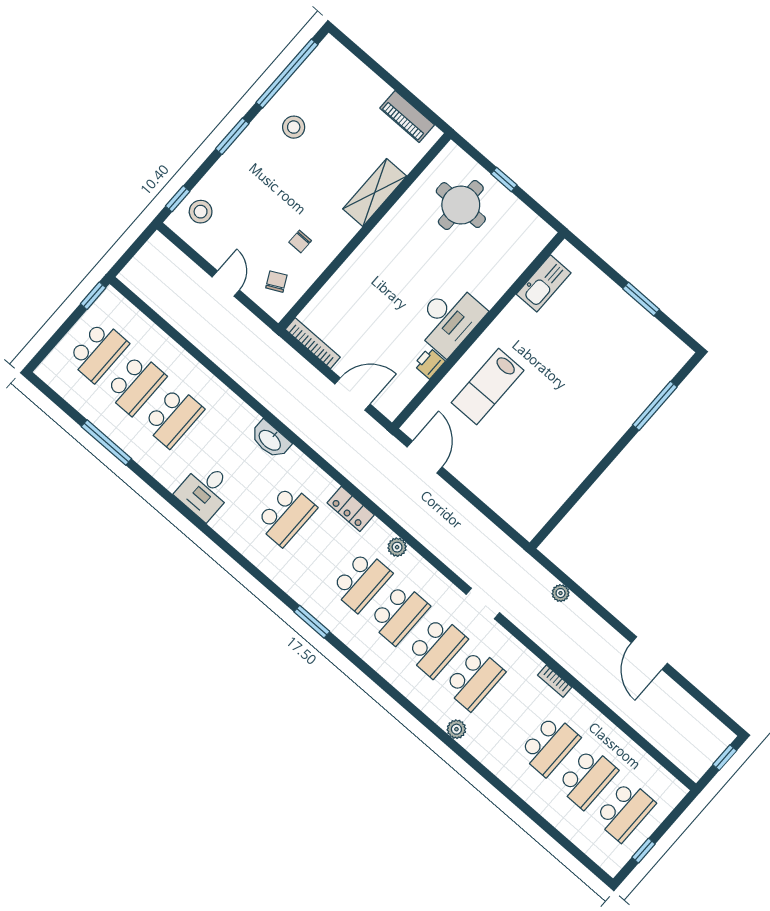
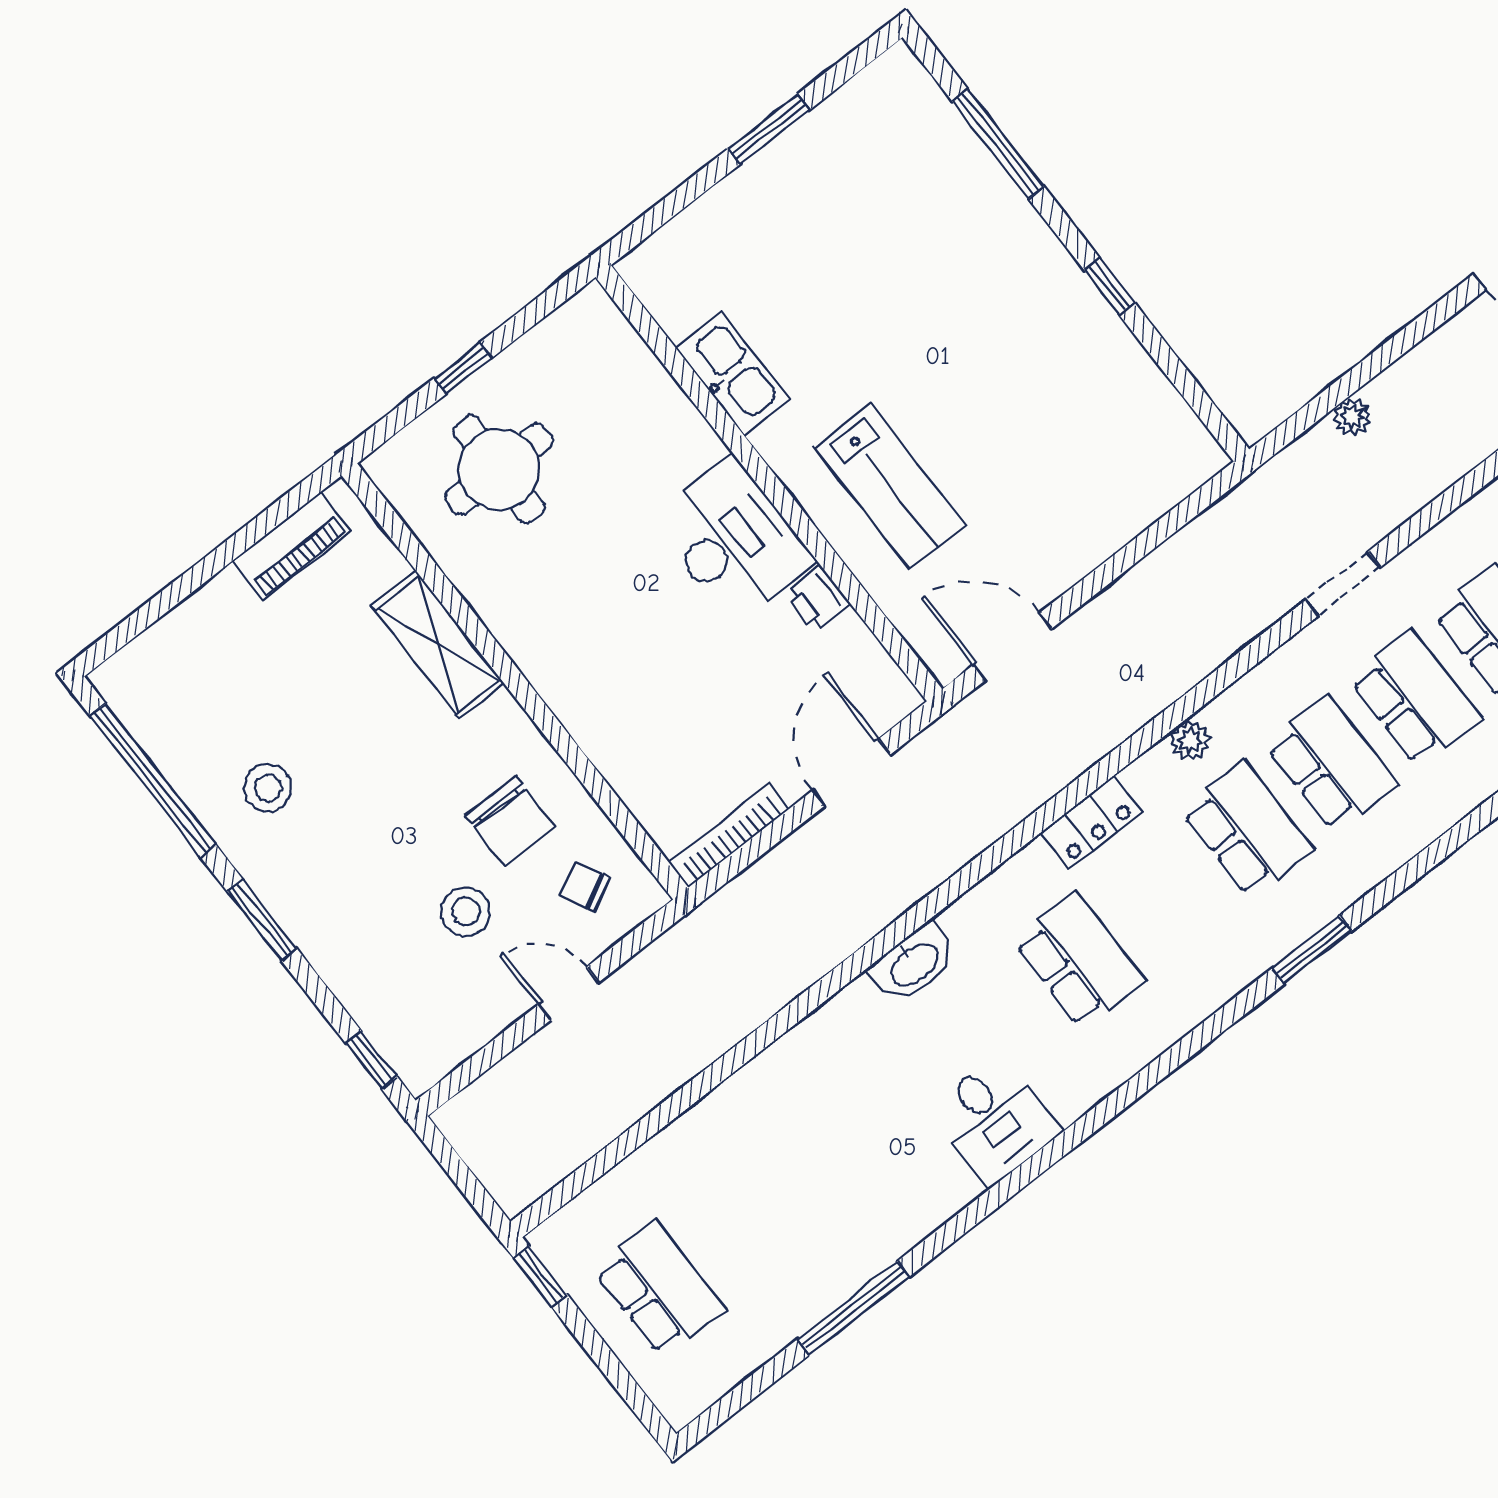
stool: (201, 212) -> (466, 912), moved
chair: (300, 241) -> (510, 821), width x1.87, depth x1.87
kitchen sink: (544, 283) -> (733, 374), moved
school desk: (136, 384) -> (743, 1223), removed
school desk: (173, 417) -> (827, 1158), removed
window: (599, 470) -> (1109, 286), added

